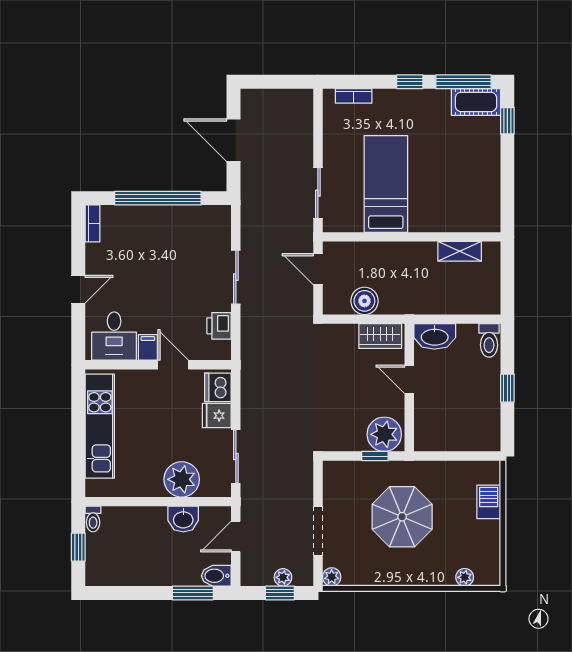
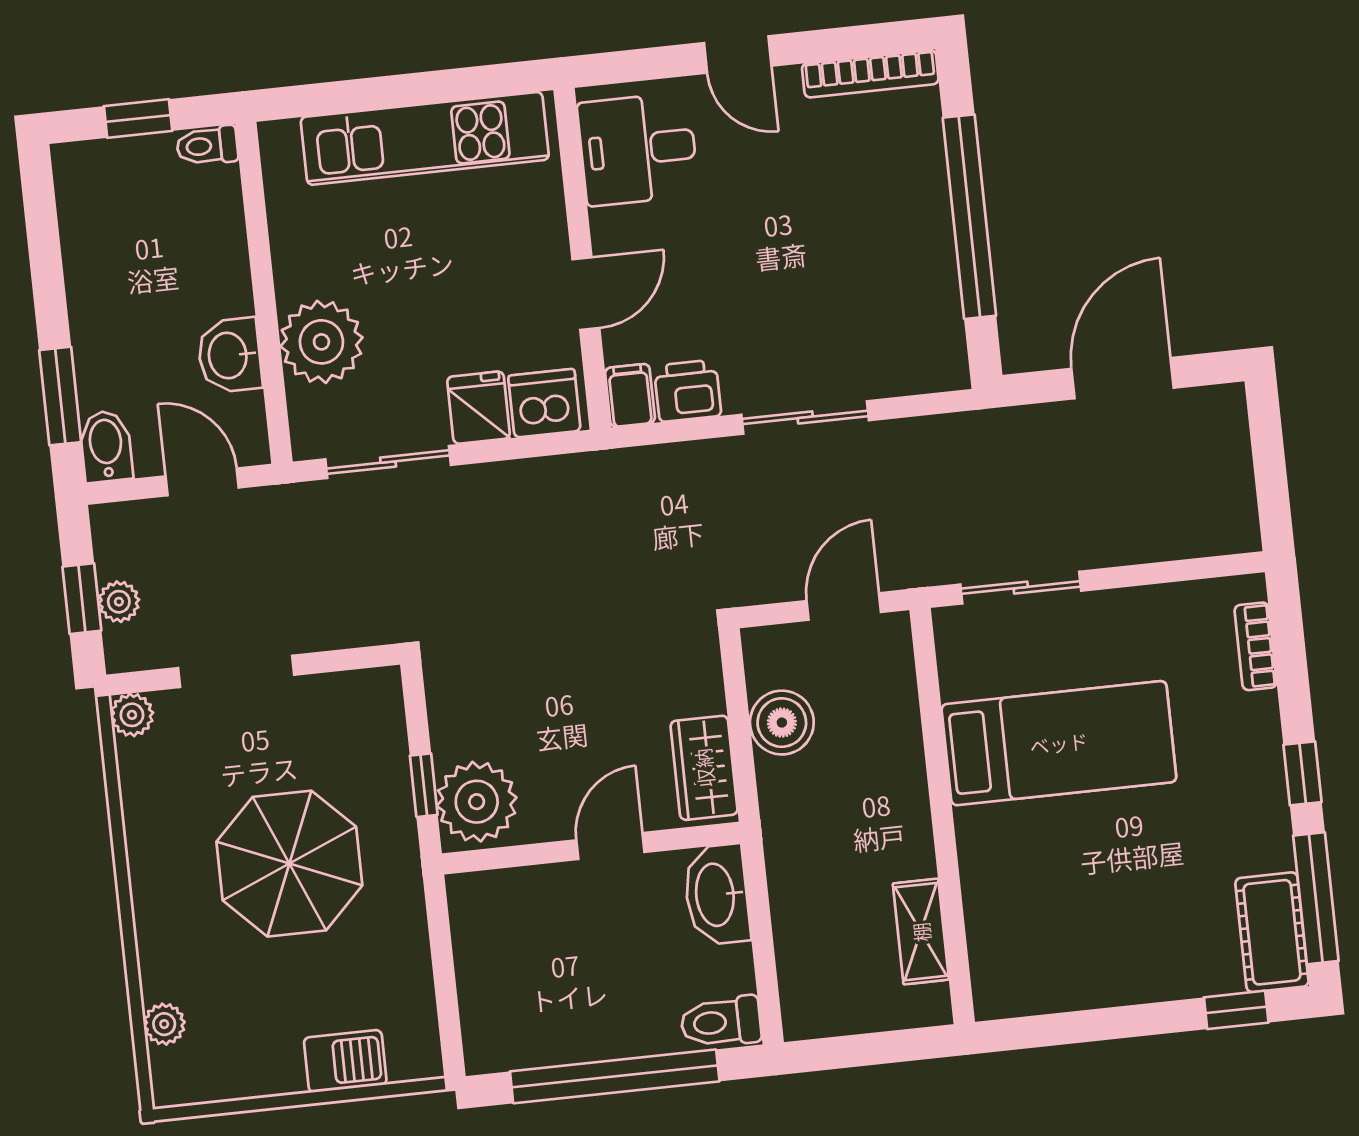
bookcase: (93, 223) -> (870, 74), width x1.56
filing cabinet: (148, 347) -> (630, 395), moved, turned -90
window: (507, 388) -> (615, 1076), width x3.17

